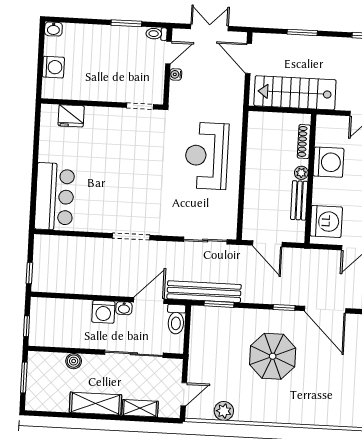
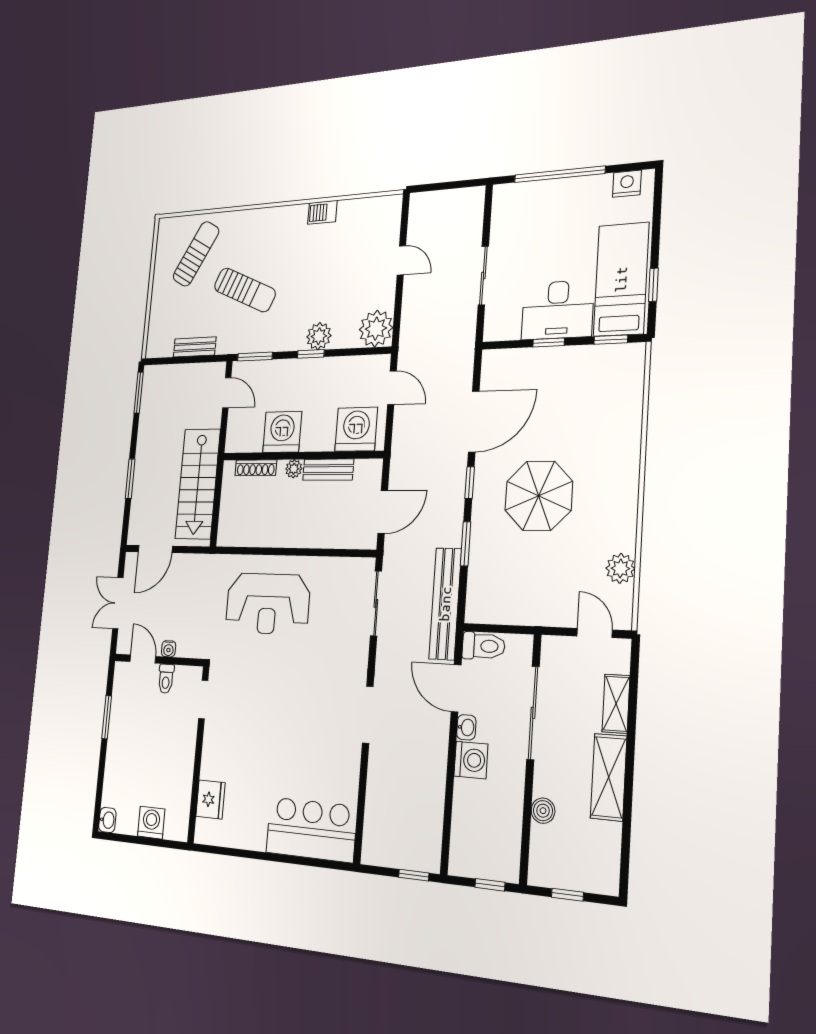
toilet: (156, 34) -> (166, 679), moved
window: (219, 304) -> (466, 544), moved
window: (24, 377) -> (567, 895), width x0.67

